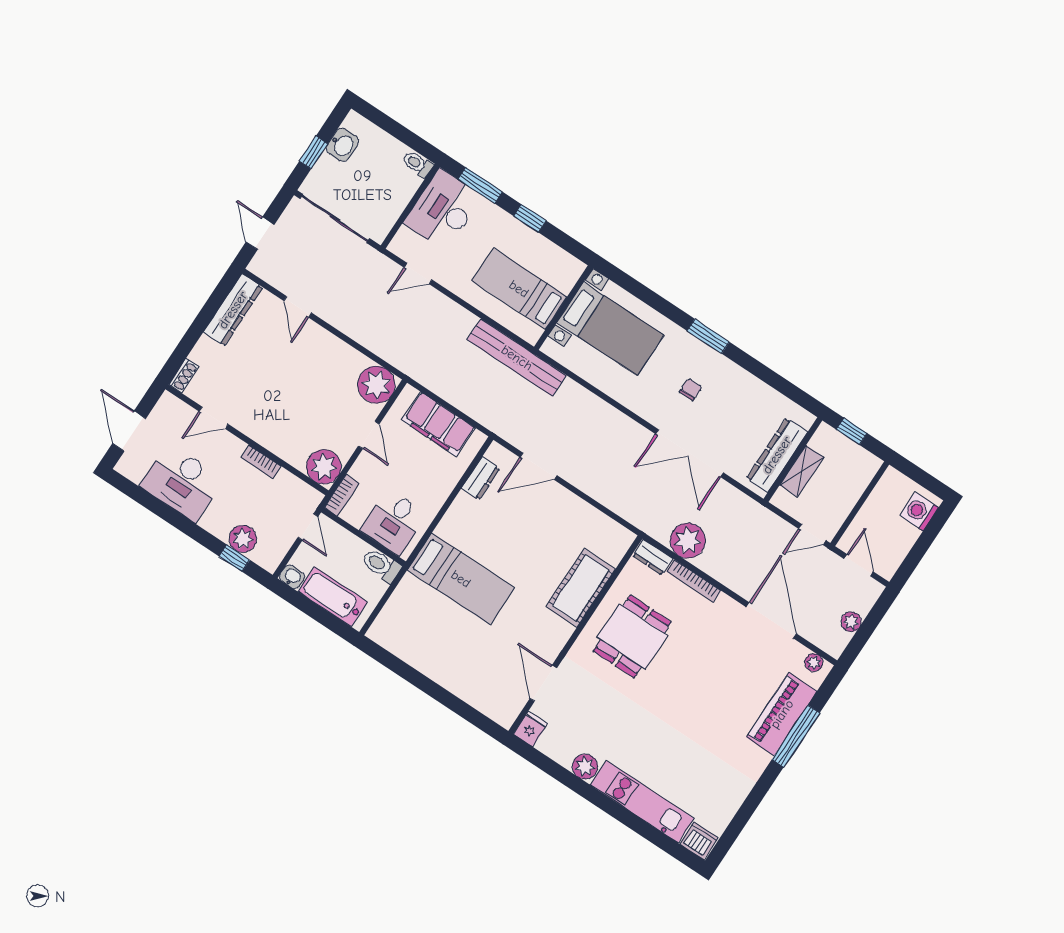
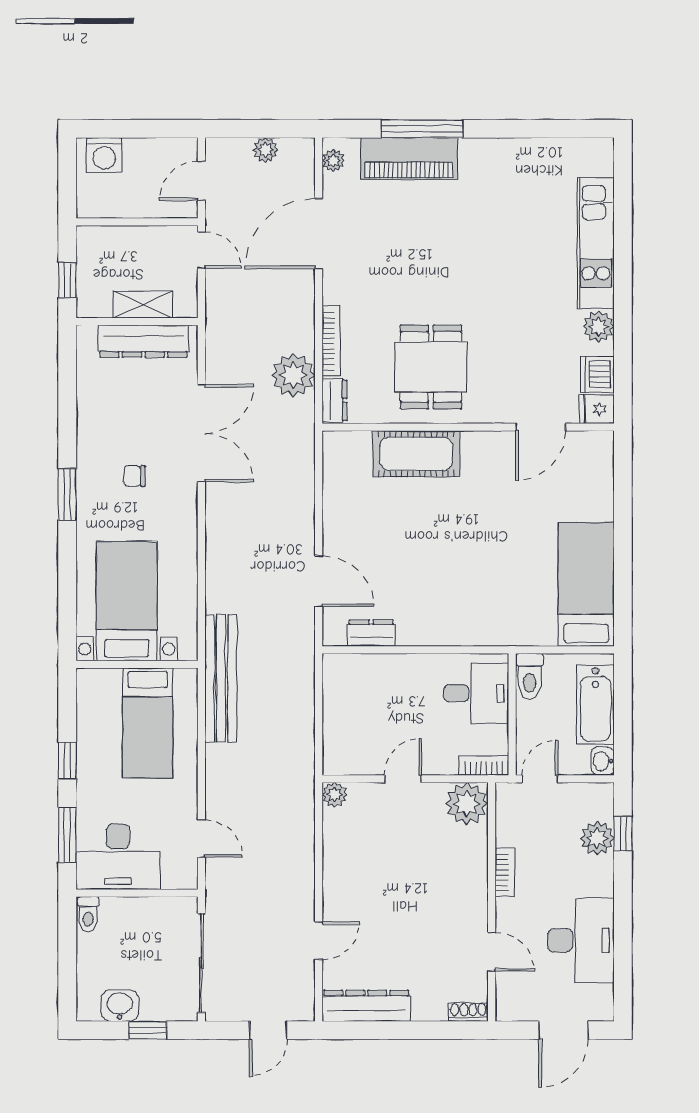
plant: (376, 385) -> (335, 795), width x0.53, depth x0.53
filing cabinet: (438, 424) -> (344, 714), removed
bed: (461, 579) -> (586, 584), moved
dining table: (632, 636) -> (431, 367), turned 90
dishwasher: (699, 841) -> (597, 374), moved

